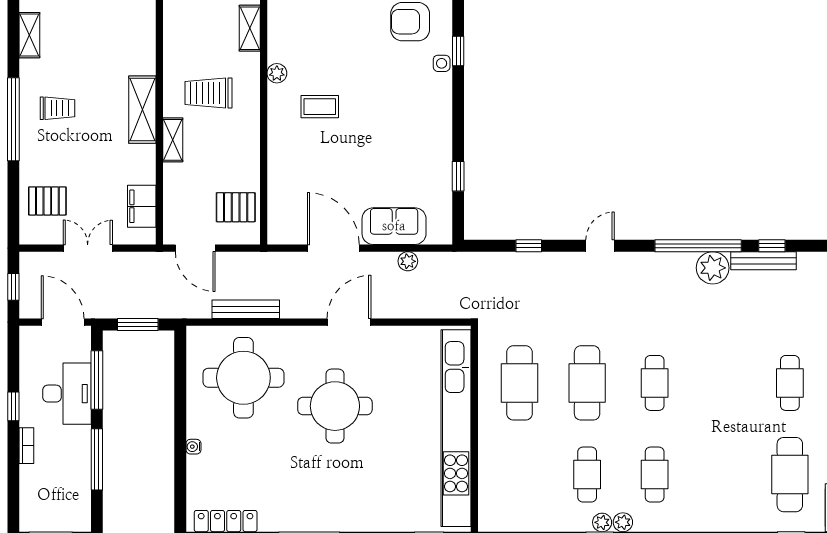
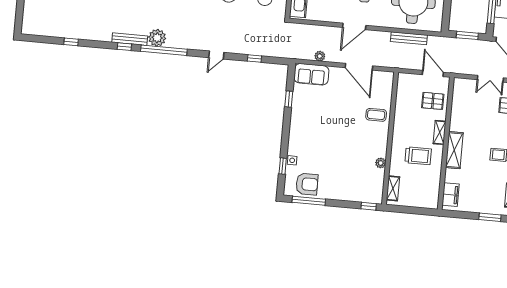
coffee table: (320, 107) -> (376, 115), moved
filing cabinet: (142, 206) -> (451, 195), moved
pallet: (236, 207) -> (433, 101), moved
sofa: (394, 226) -> (311, 74), moved

